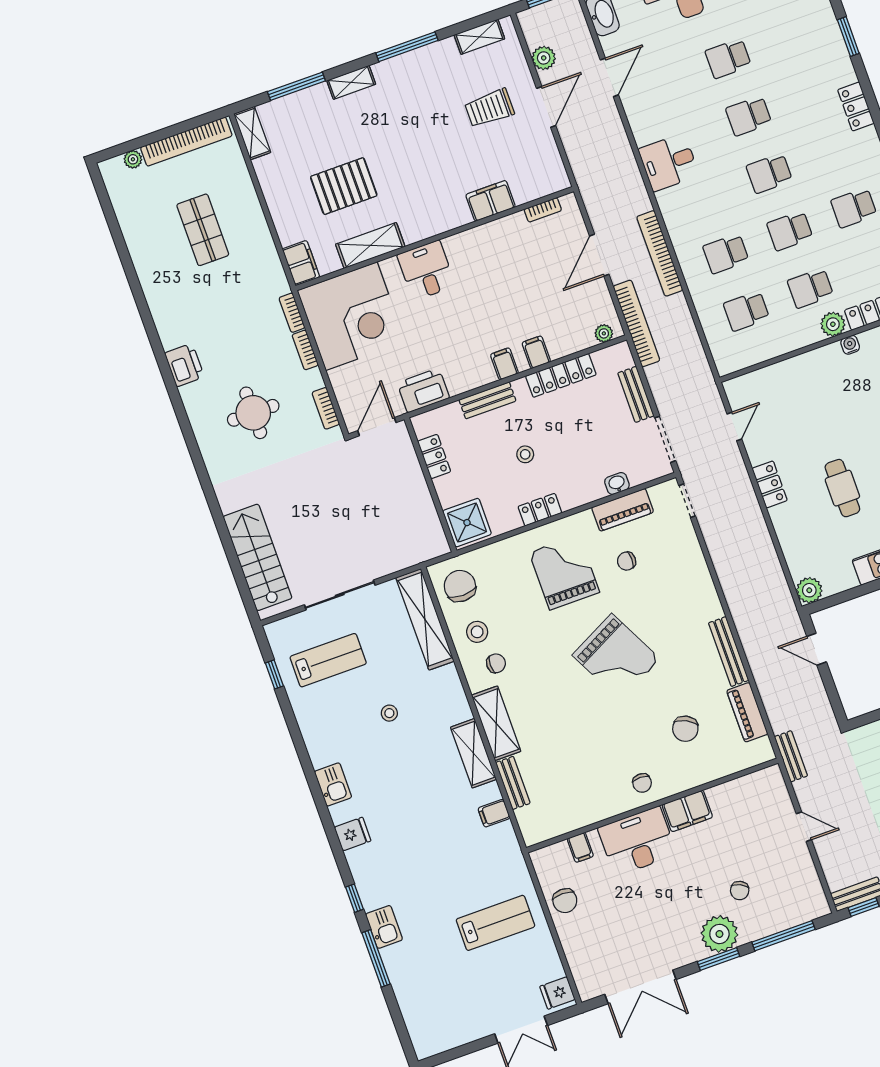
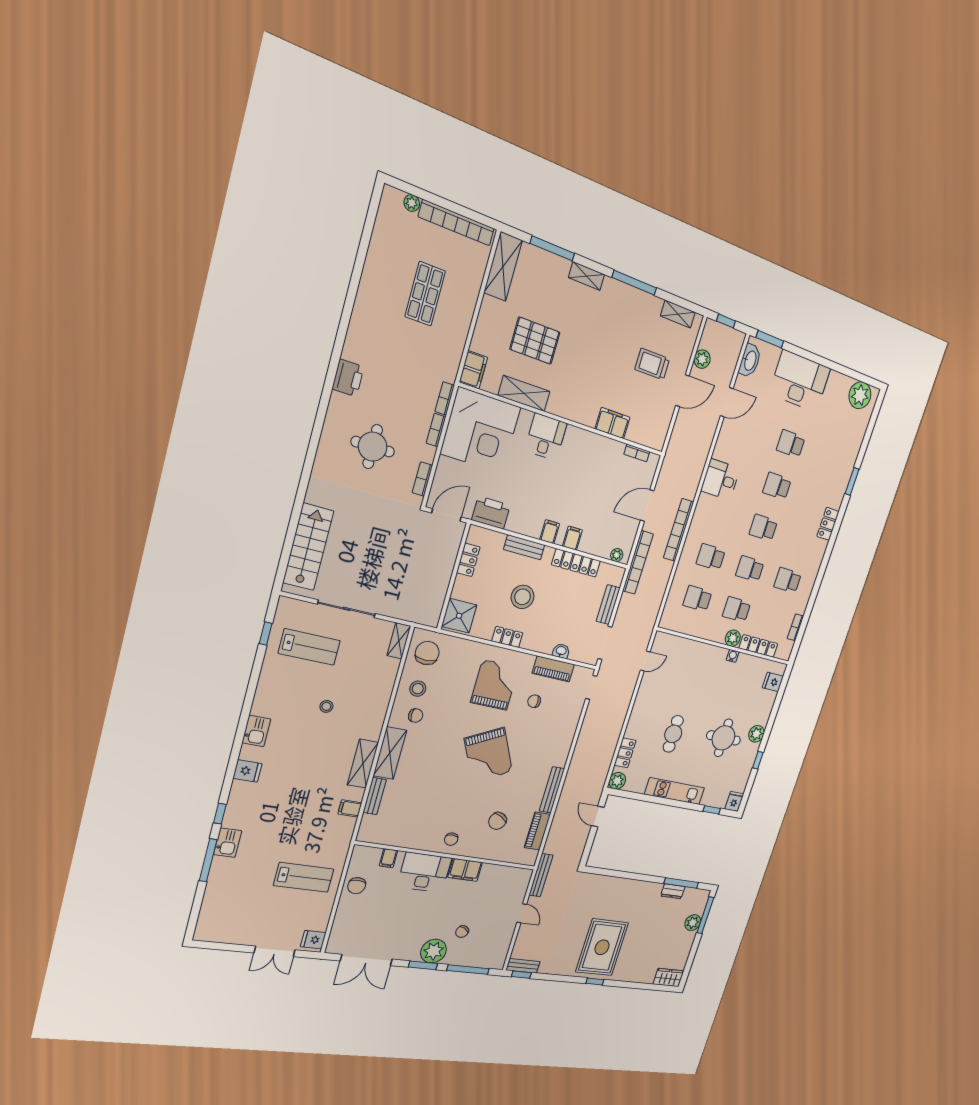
shelving: (252, 133) -> (503, 267), width x1.50, depth x1.33
stool: (525, 454) -> (523, 597), width x1.89, depth x1.89
locker: (770, 484) -> (625, 753), moved
shelving: (425, 619) -> (399, 641), width x0.45, depth x0.75
bench: (791, 756) -> (541, 875), width x1.36

